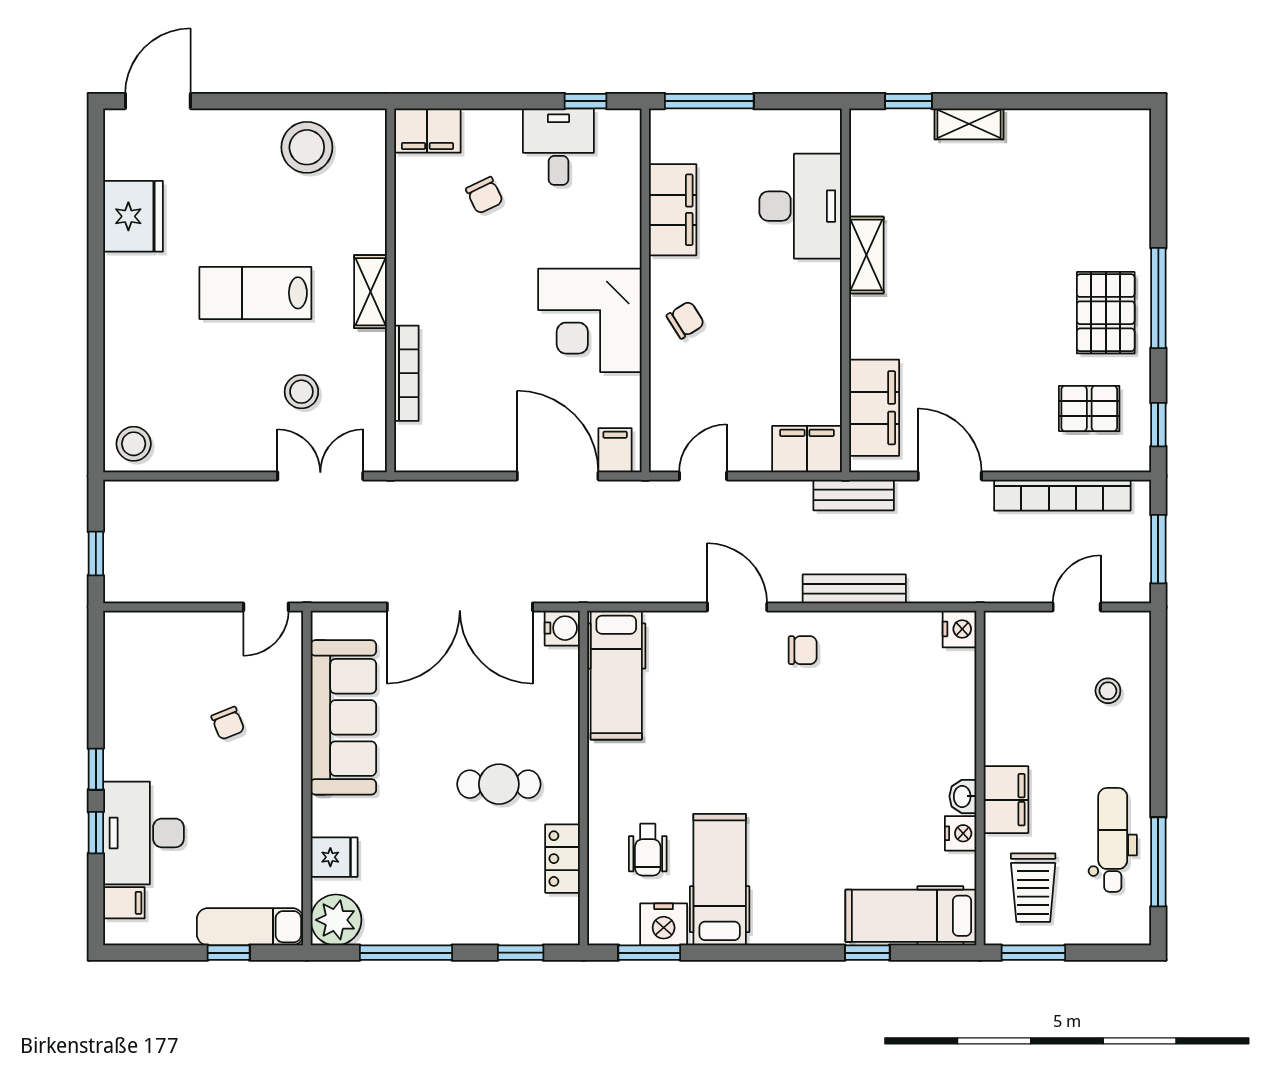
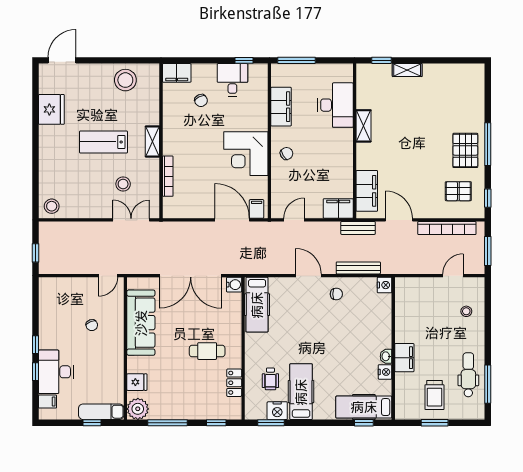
nightstand: (959, 629) -> (385, 285), moved
wall: (980, 778) -> (393, 348), moved
washbasin: (963, 796) -> (386, 356), moved
filing cabinet: (1006, 800) -> (404, 358), moved
nightstand: (961, 833) -> (385, 372), moved
hospital bed: (911, 916) -> (364, 407), moved

